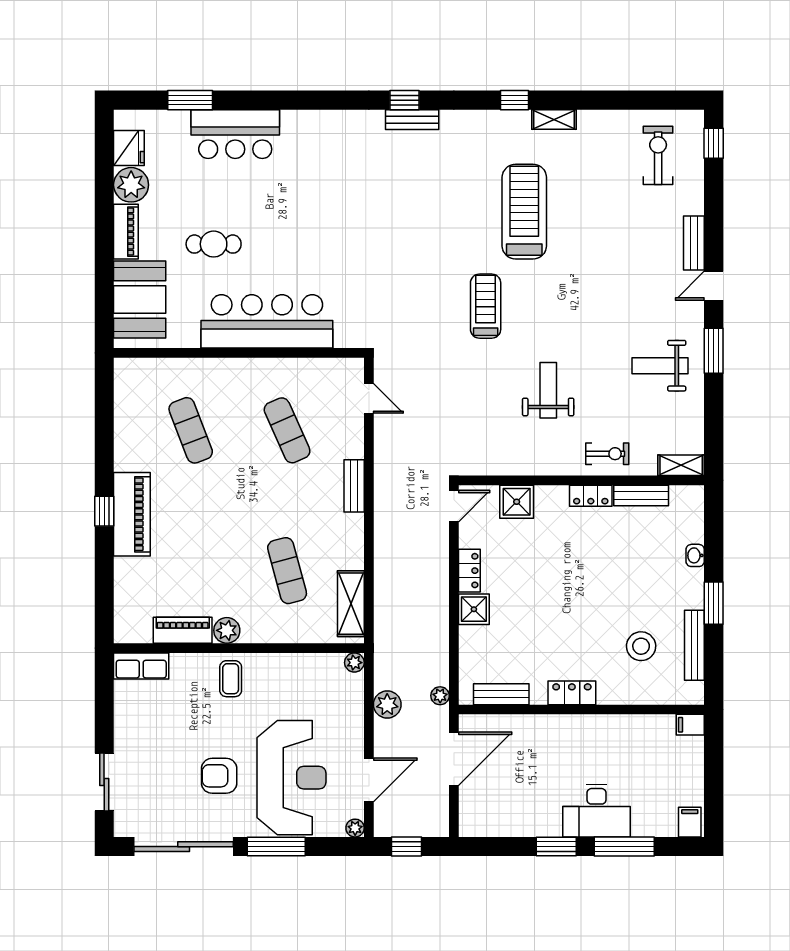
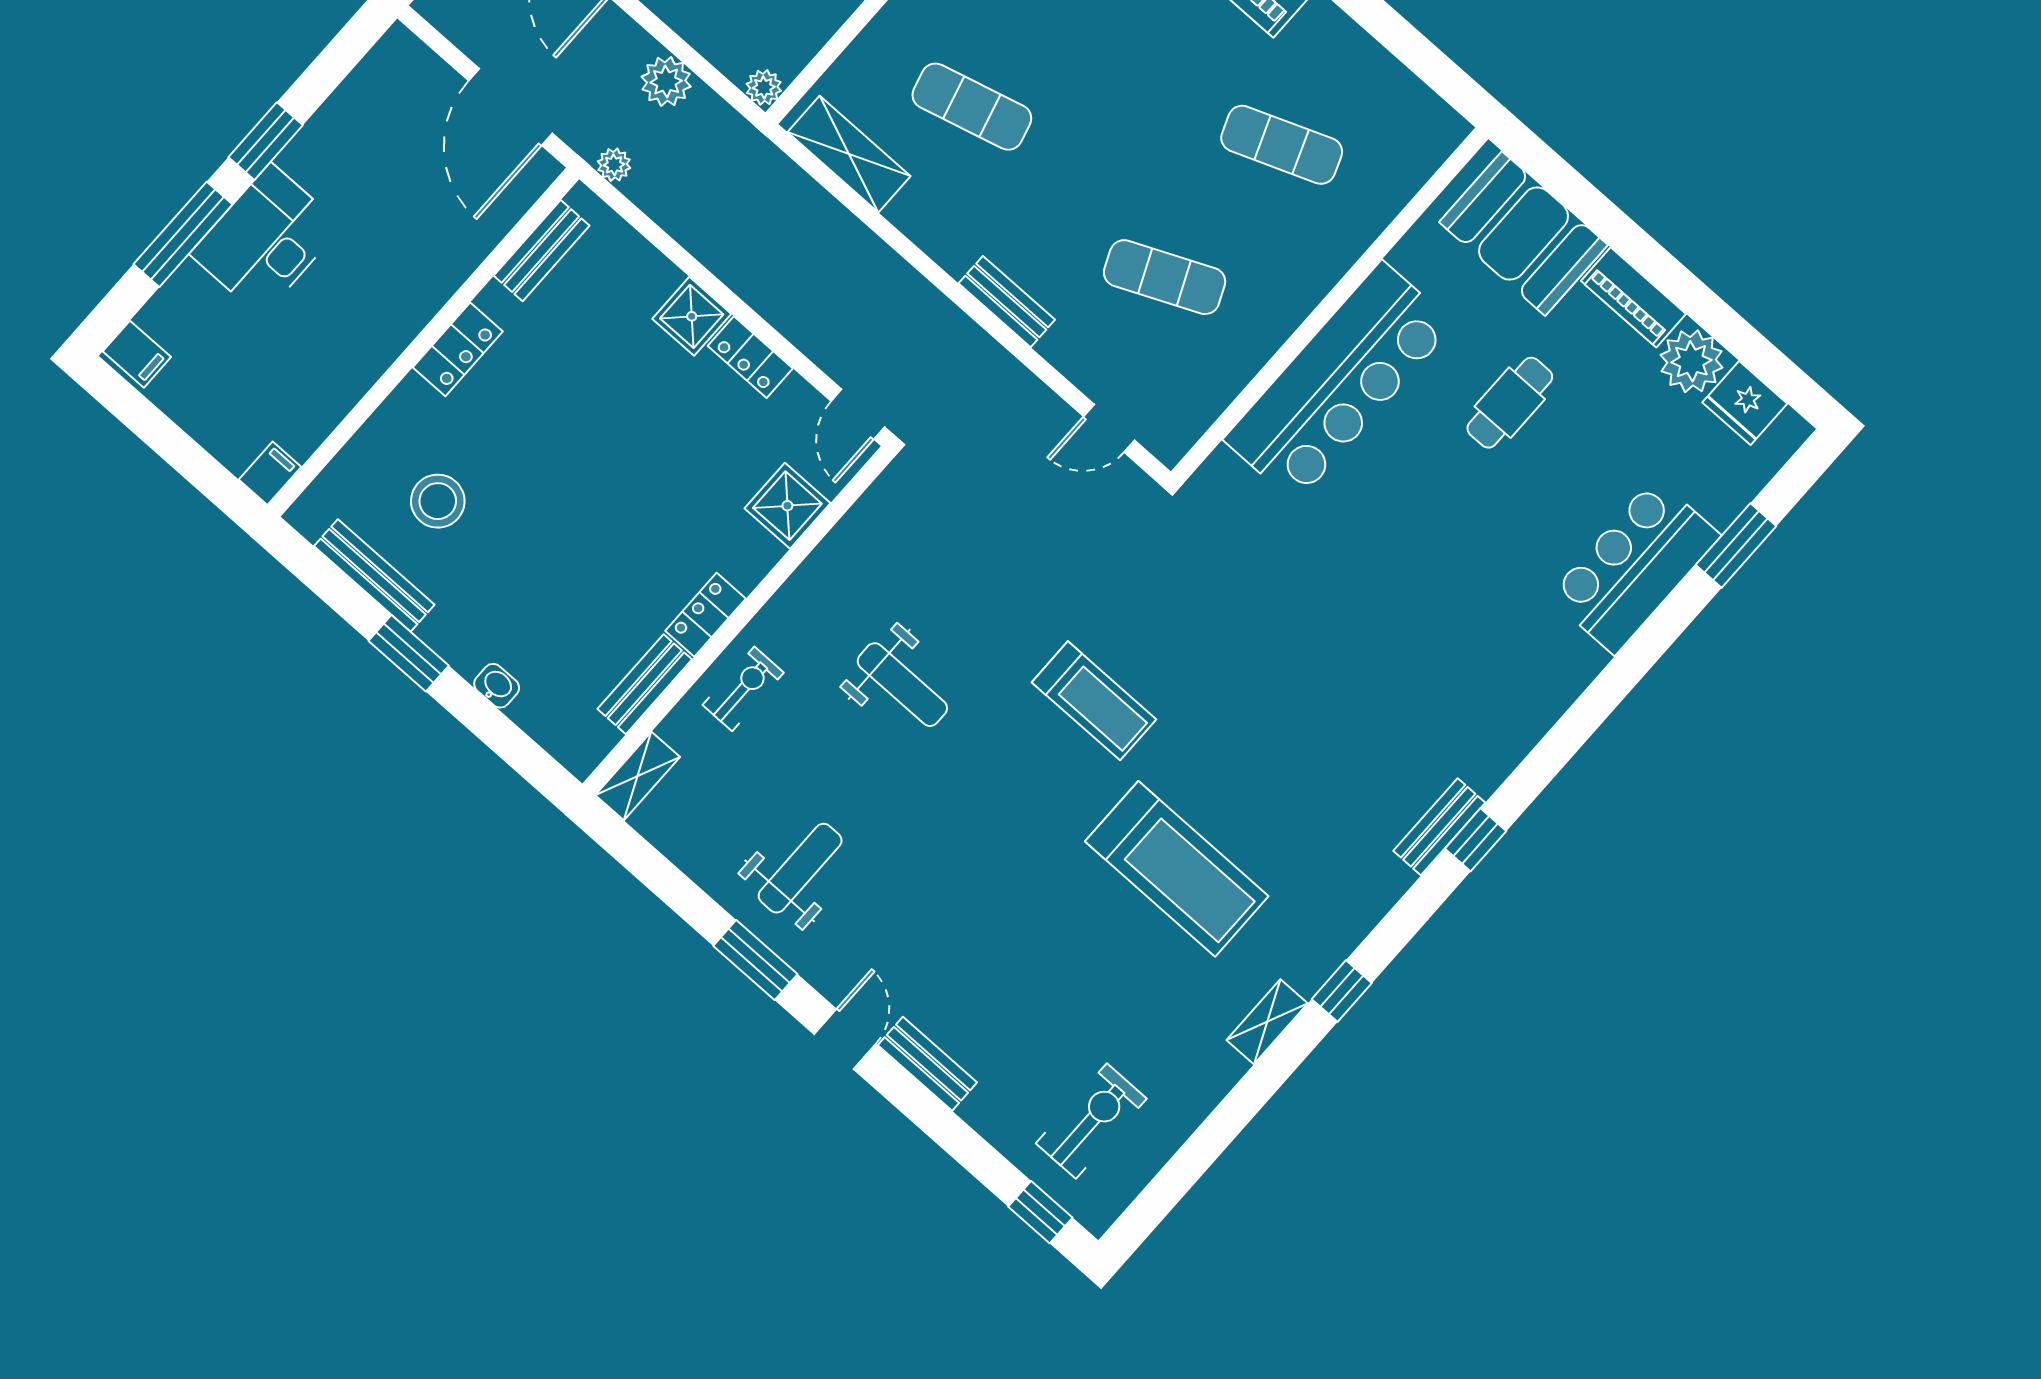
exercise bike: (658, 155) -> (1091, 1121), turned -90
exercise bike: (607, 454) -> (743, 689), turned 180

